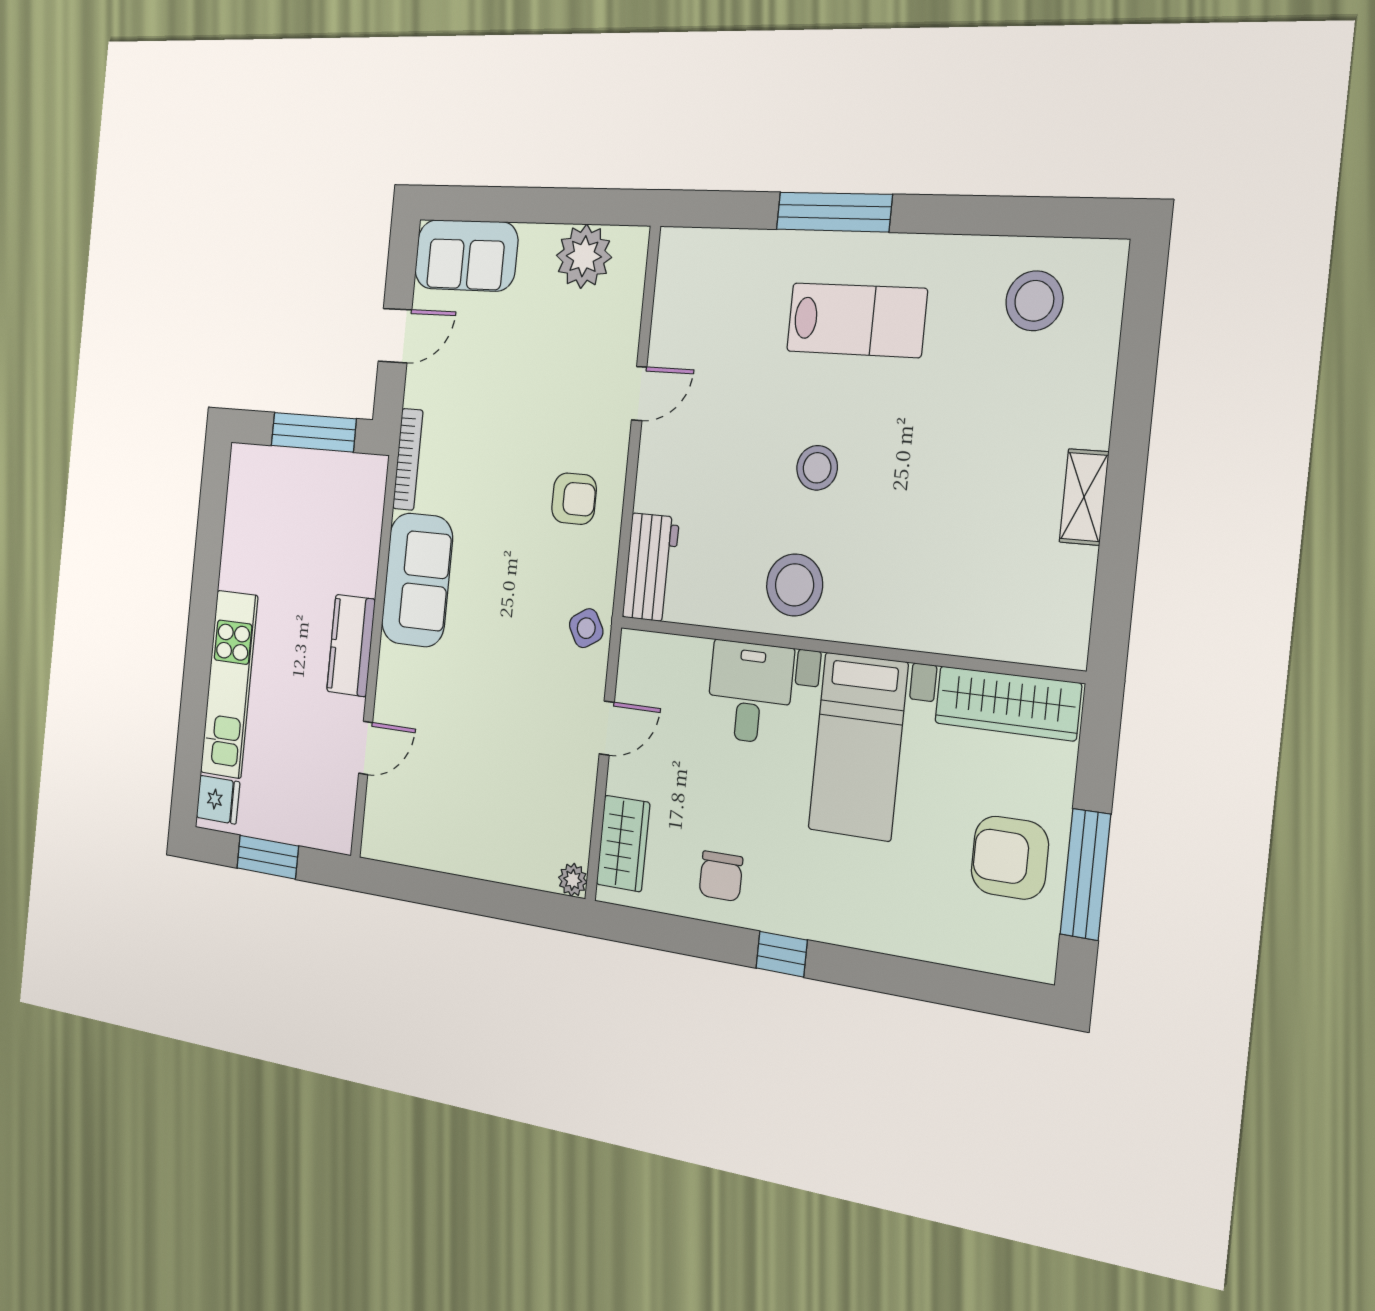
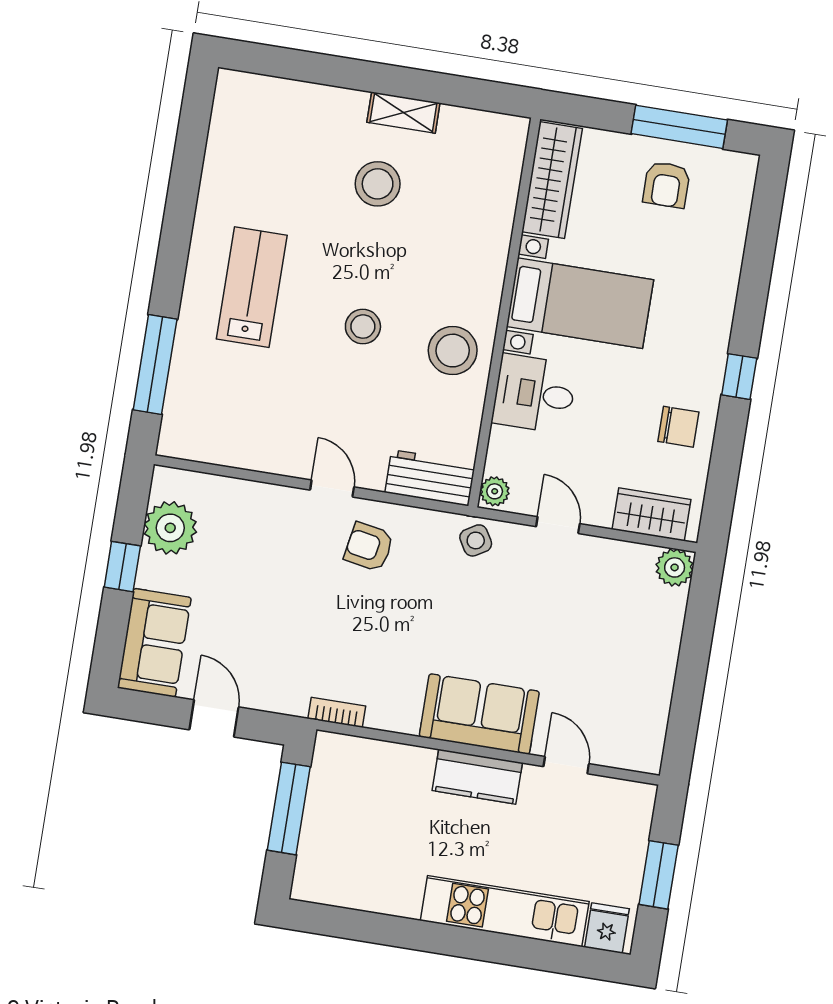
window: (541, 205) -> (122, 567), added
window: (834, 212) -> (155, 365), moved
stool: (1034, 301) -> (378, 184), moved
door: (639, 394) -> (332, 489), moved
bookcase: (408, 459) -> (337, 712), width x0.64
armchair: (574, 499) -> (369, 547), turned -80
sofa: (417, 580) -> (479, 714), moved
plant: (640, 648) -> (495, 491), added
armchair: (1010, 858) -> (666, 185), width x0.72, depth x0.72
plant: (573, 880) -> (675, 567), width x1.38, depth x1.38

